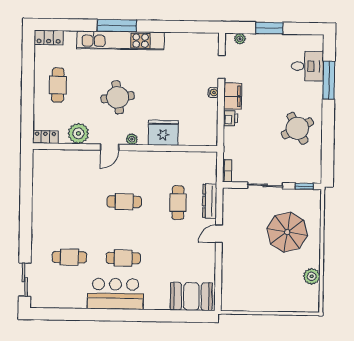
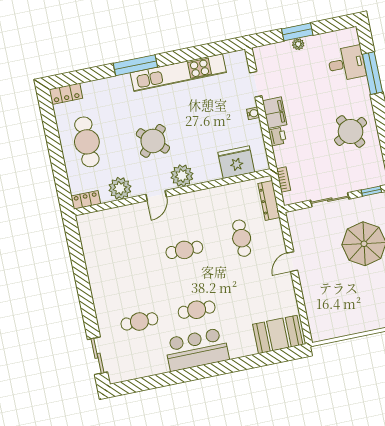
plant: (240, 39) -> (298, 44), moved
kitchen unit: (121, 40) -> (178, 73), moved
cafe table: (58, 85) -> (87, 142), width x1.37, depth x1.35
round table: (118, 97) -> (153, 141), turned -38
fridge: (163, 133) -> (236, 162), moved
plant: (132, 139) -> (182, 176), width x1.87, depth x1.87
bookcase: (227, 171) -> (284, 180), moved
dresser: (210, 201) -> (269, 200), moved

